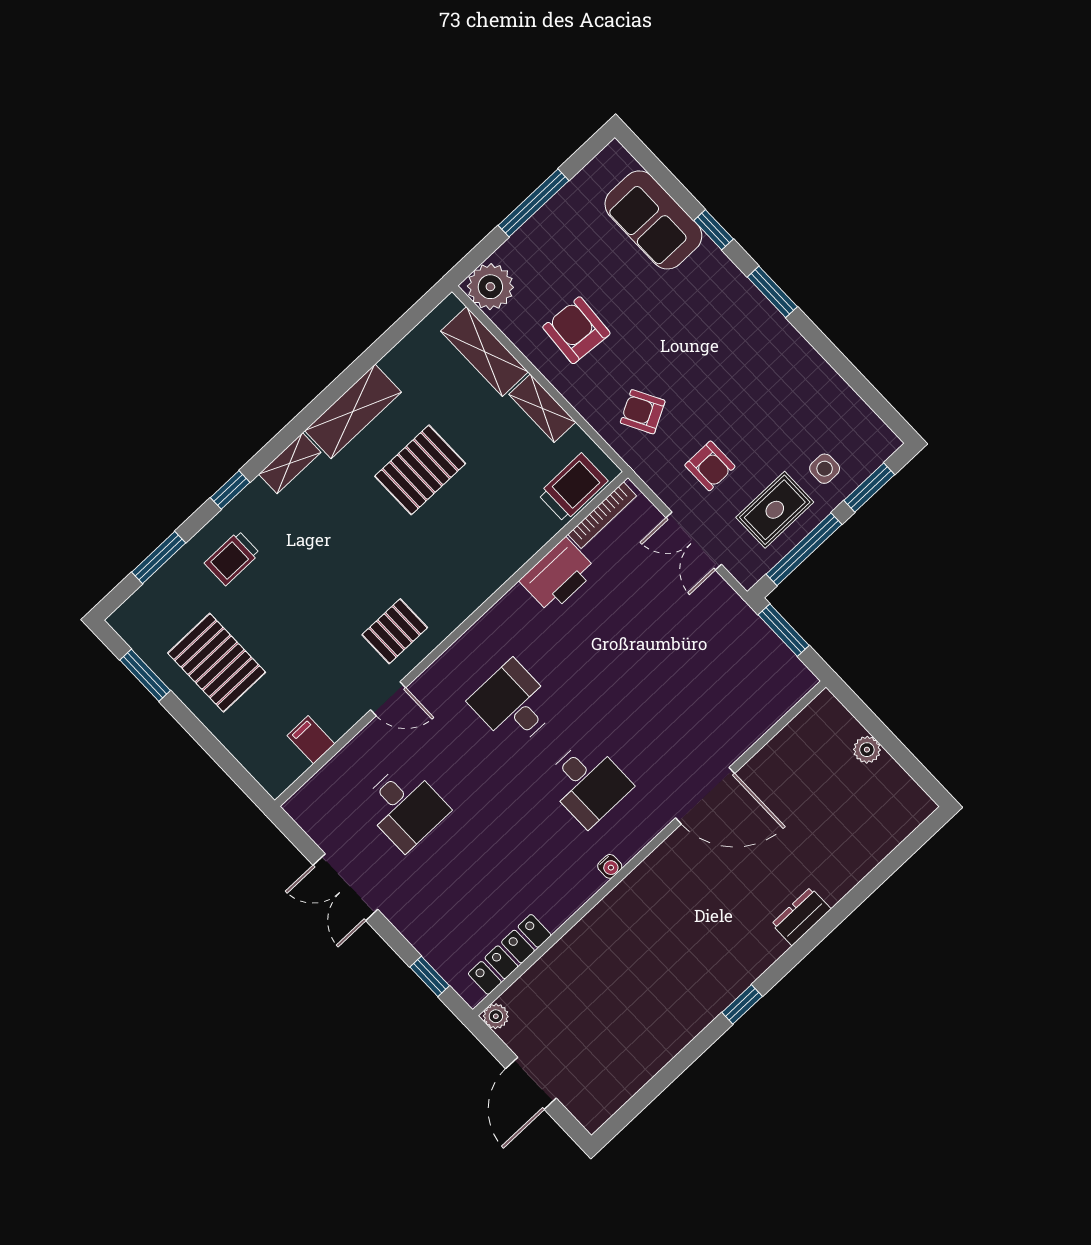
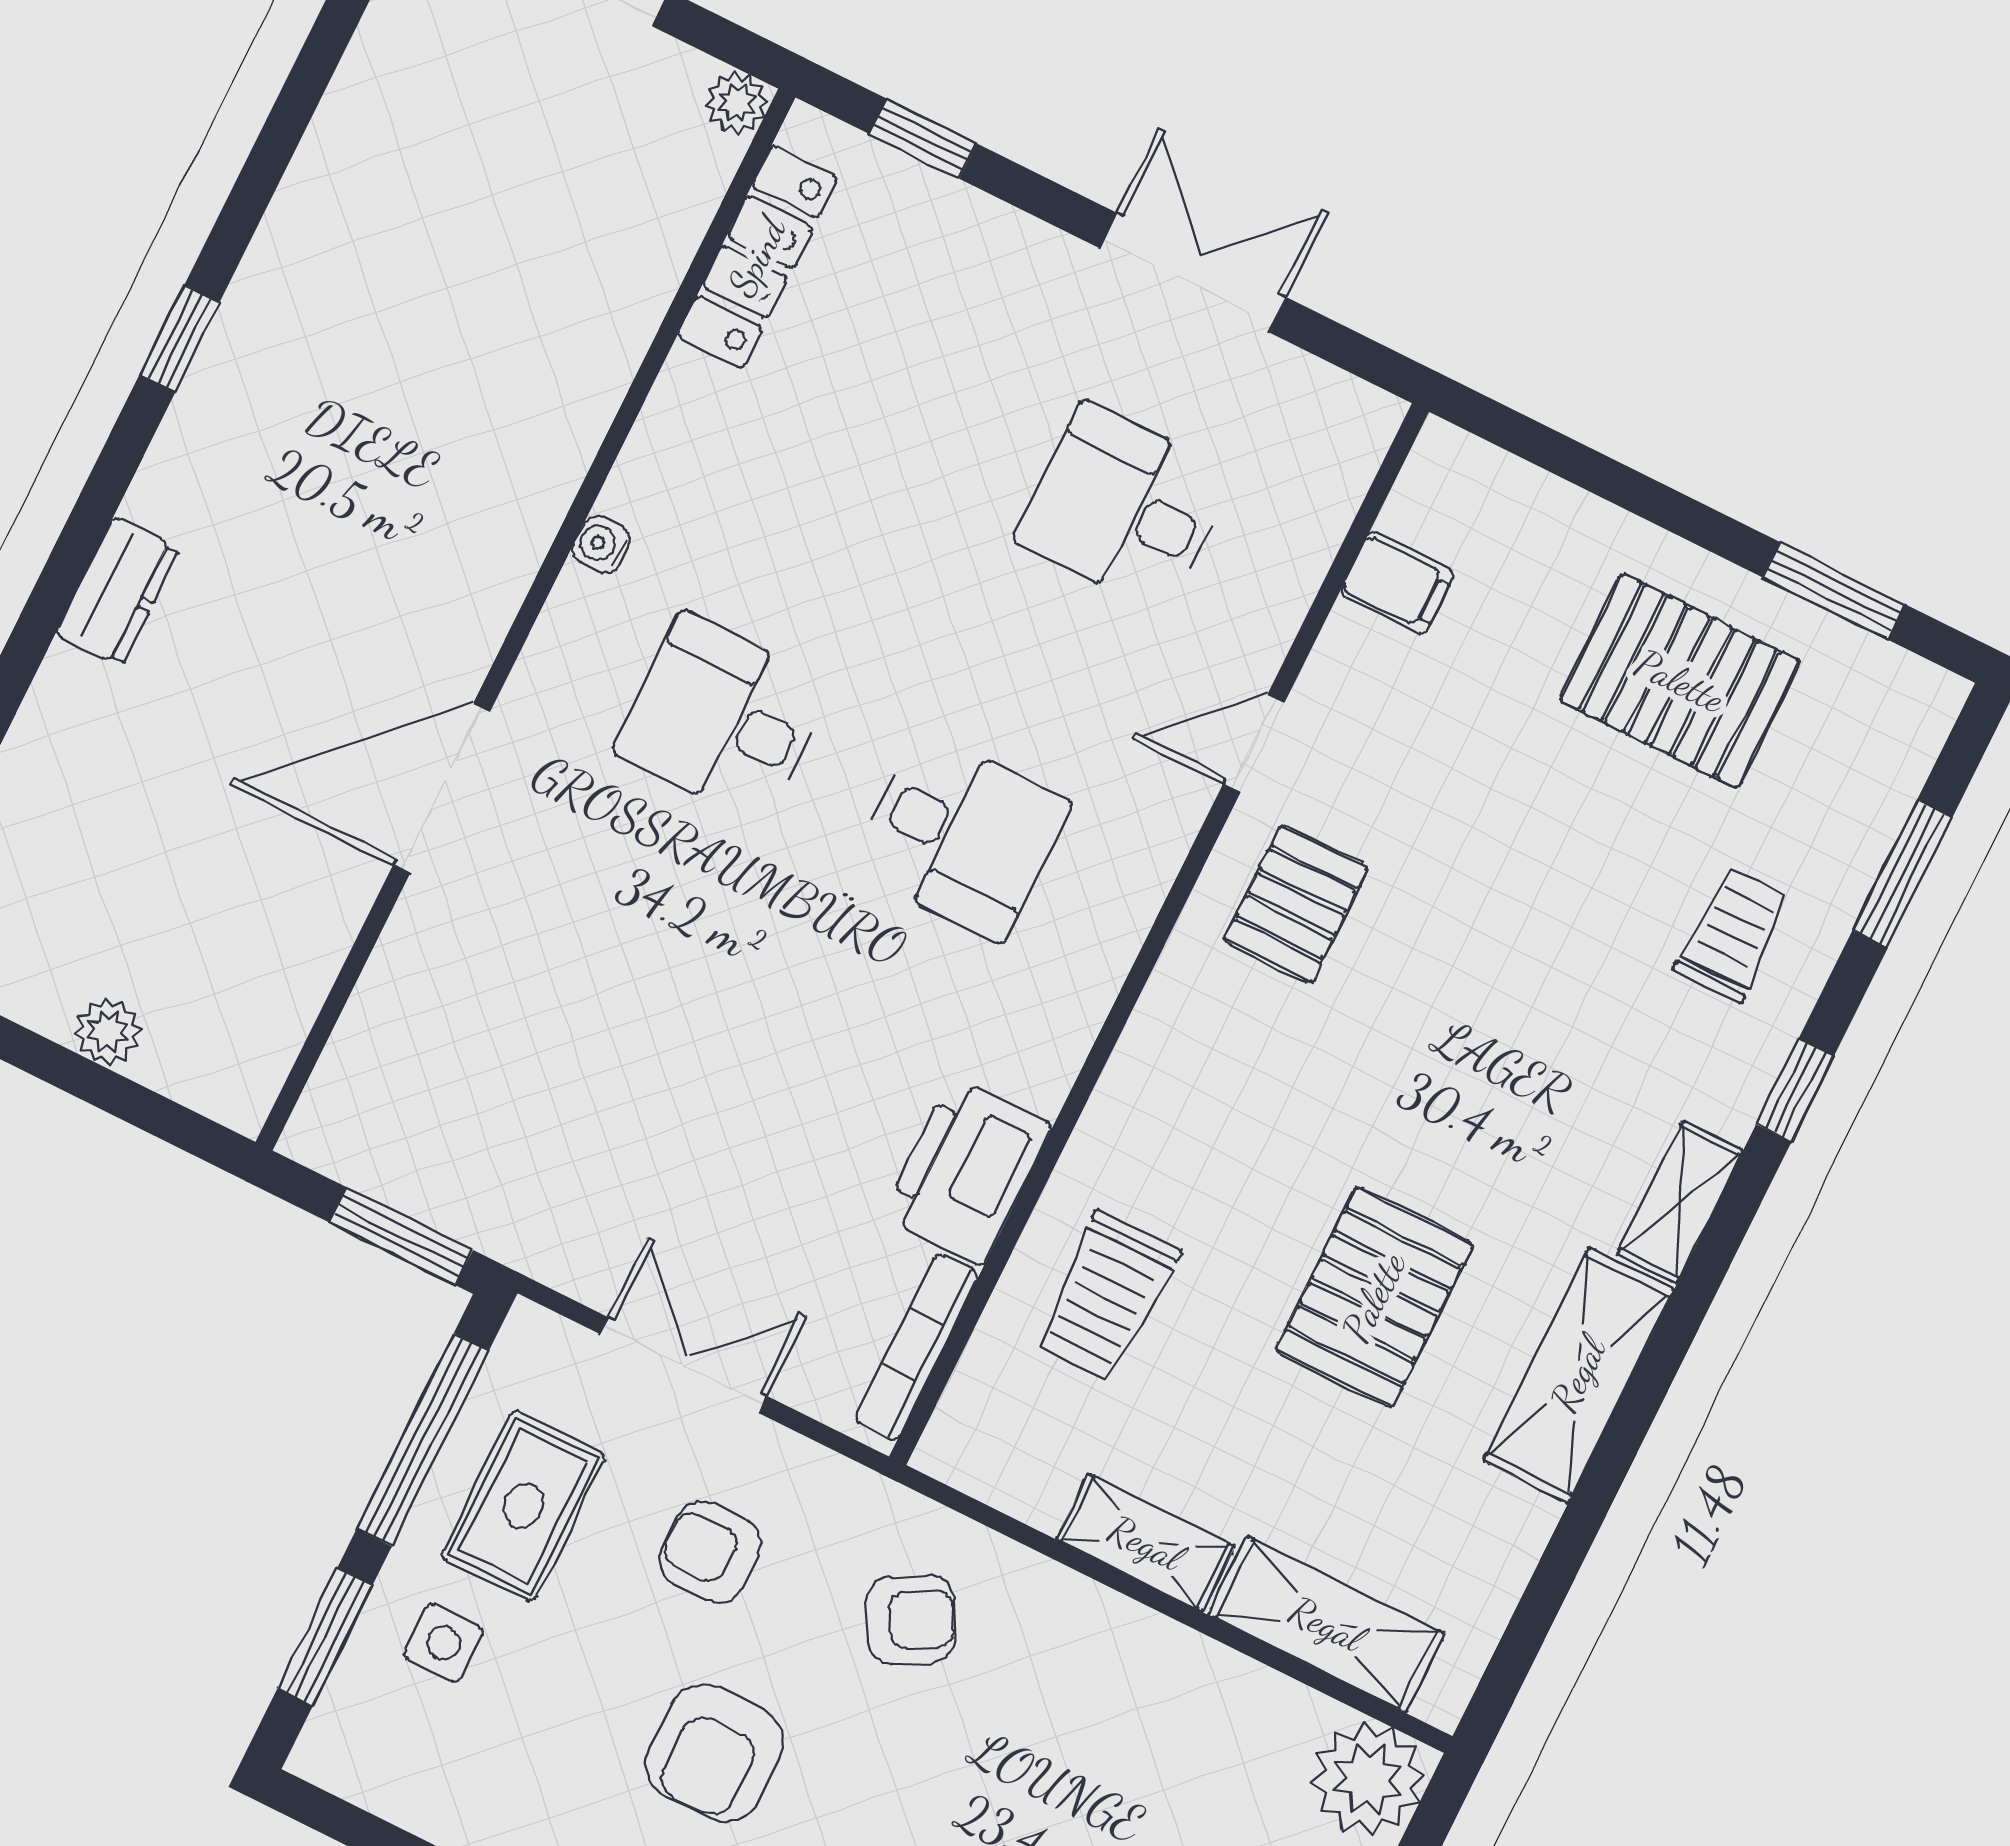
armchair: (576, 330) -> (714, 1753), moved, turned 86
trolley: (573, 488) -> (1106, 1297), moved

